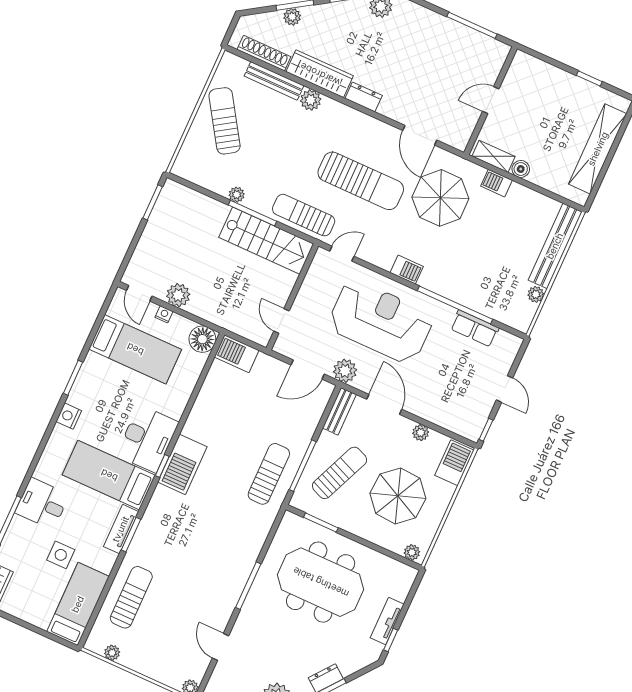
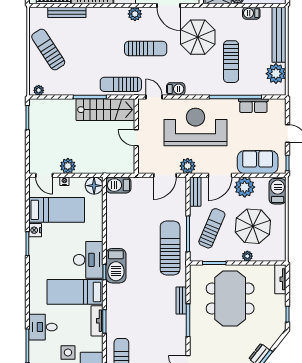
plant: (311, 100) -> (135, 14), moved
sun lounger: (361, 181) -> (146, 48), width x0.73, depth x0.75
barbecue: (496, 183) -> (251, 13), moved
plant: (237, 195) -> (39, 90), moved
sun lounger: (471, 253) -> (231, 62), added
door: (342, 254) -> (154, 97), hinge flipped
barbecue: (407, 270) -> (176, 89), moved
plant: (536, 294) -> (276, 74), width x1.88, depth x1.88
door: (281, 321) -> (136, 138), moved
door: (384, 404) -> (220, 175), swing flipped
sofa: (445, 410) -> (258, 162), added
nightstand: (69, 416) -> (35, 230), moved
plant: (421, 433) -> (245, 187), width x1.88, depth x1.88
sun lounger: (269, 474) -> (170, 248), width x1.36, depth x1.34
plant: (412, 552) -> (247, 256), moved
bench: (251, 554) -> (181, 301), added
meeting table: (321, 582) -> (230, 299), turned 90
tv unit: (387, 621) -> (280, 279), moved

